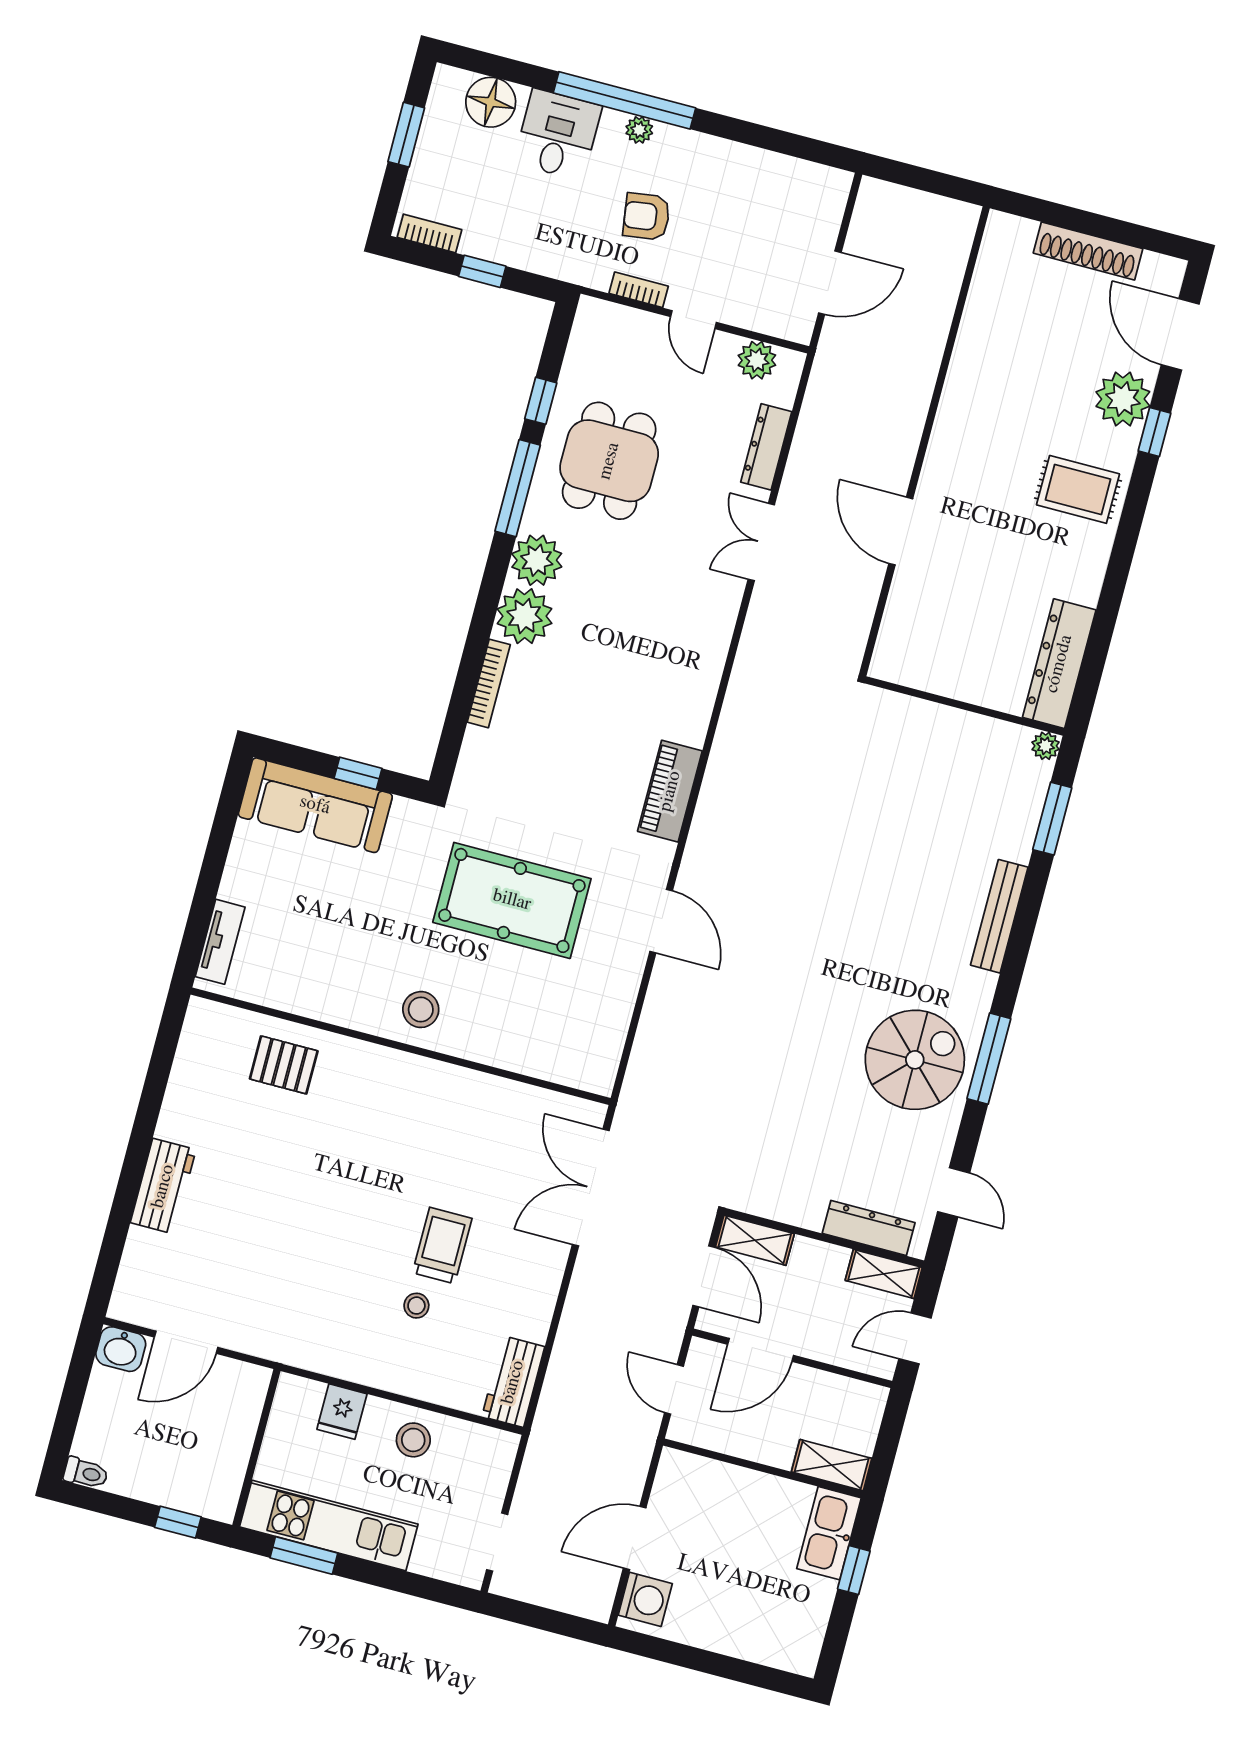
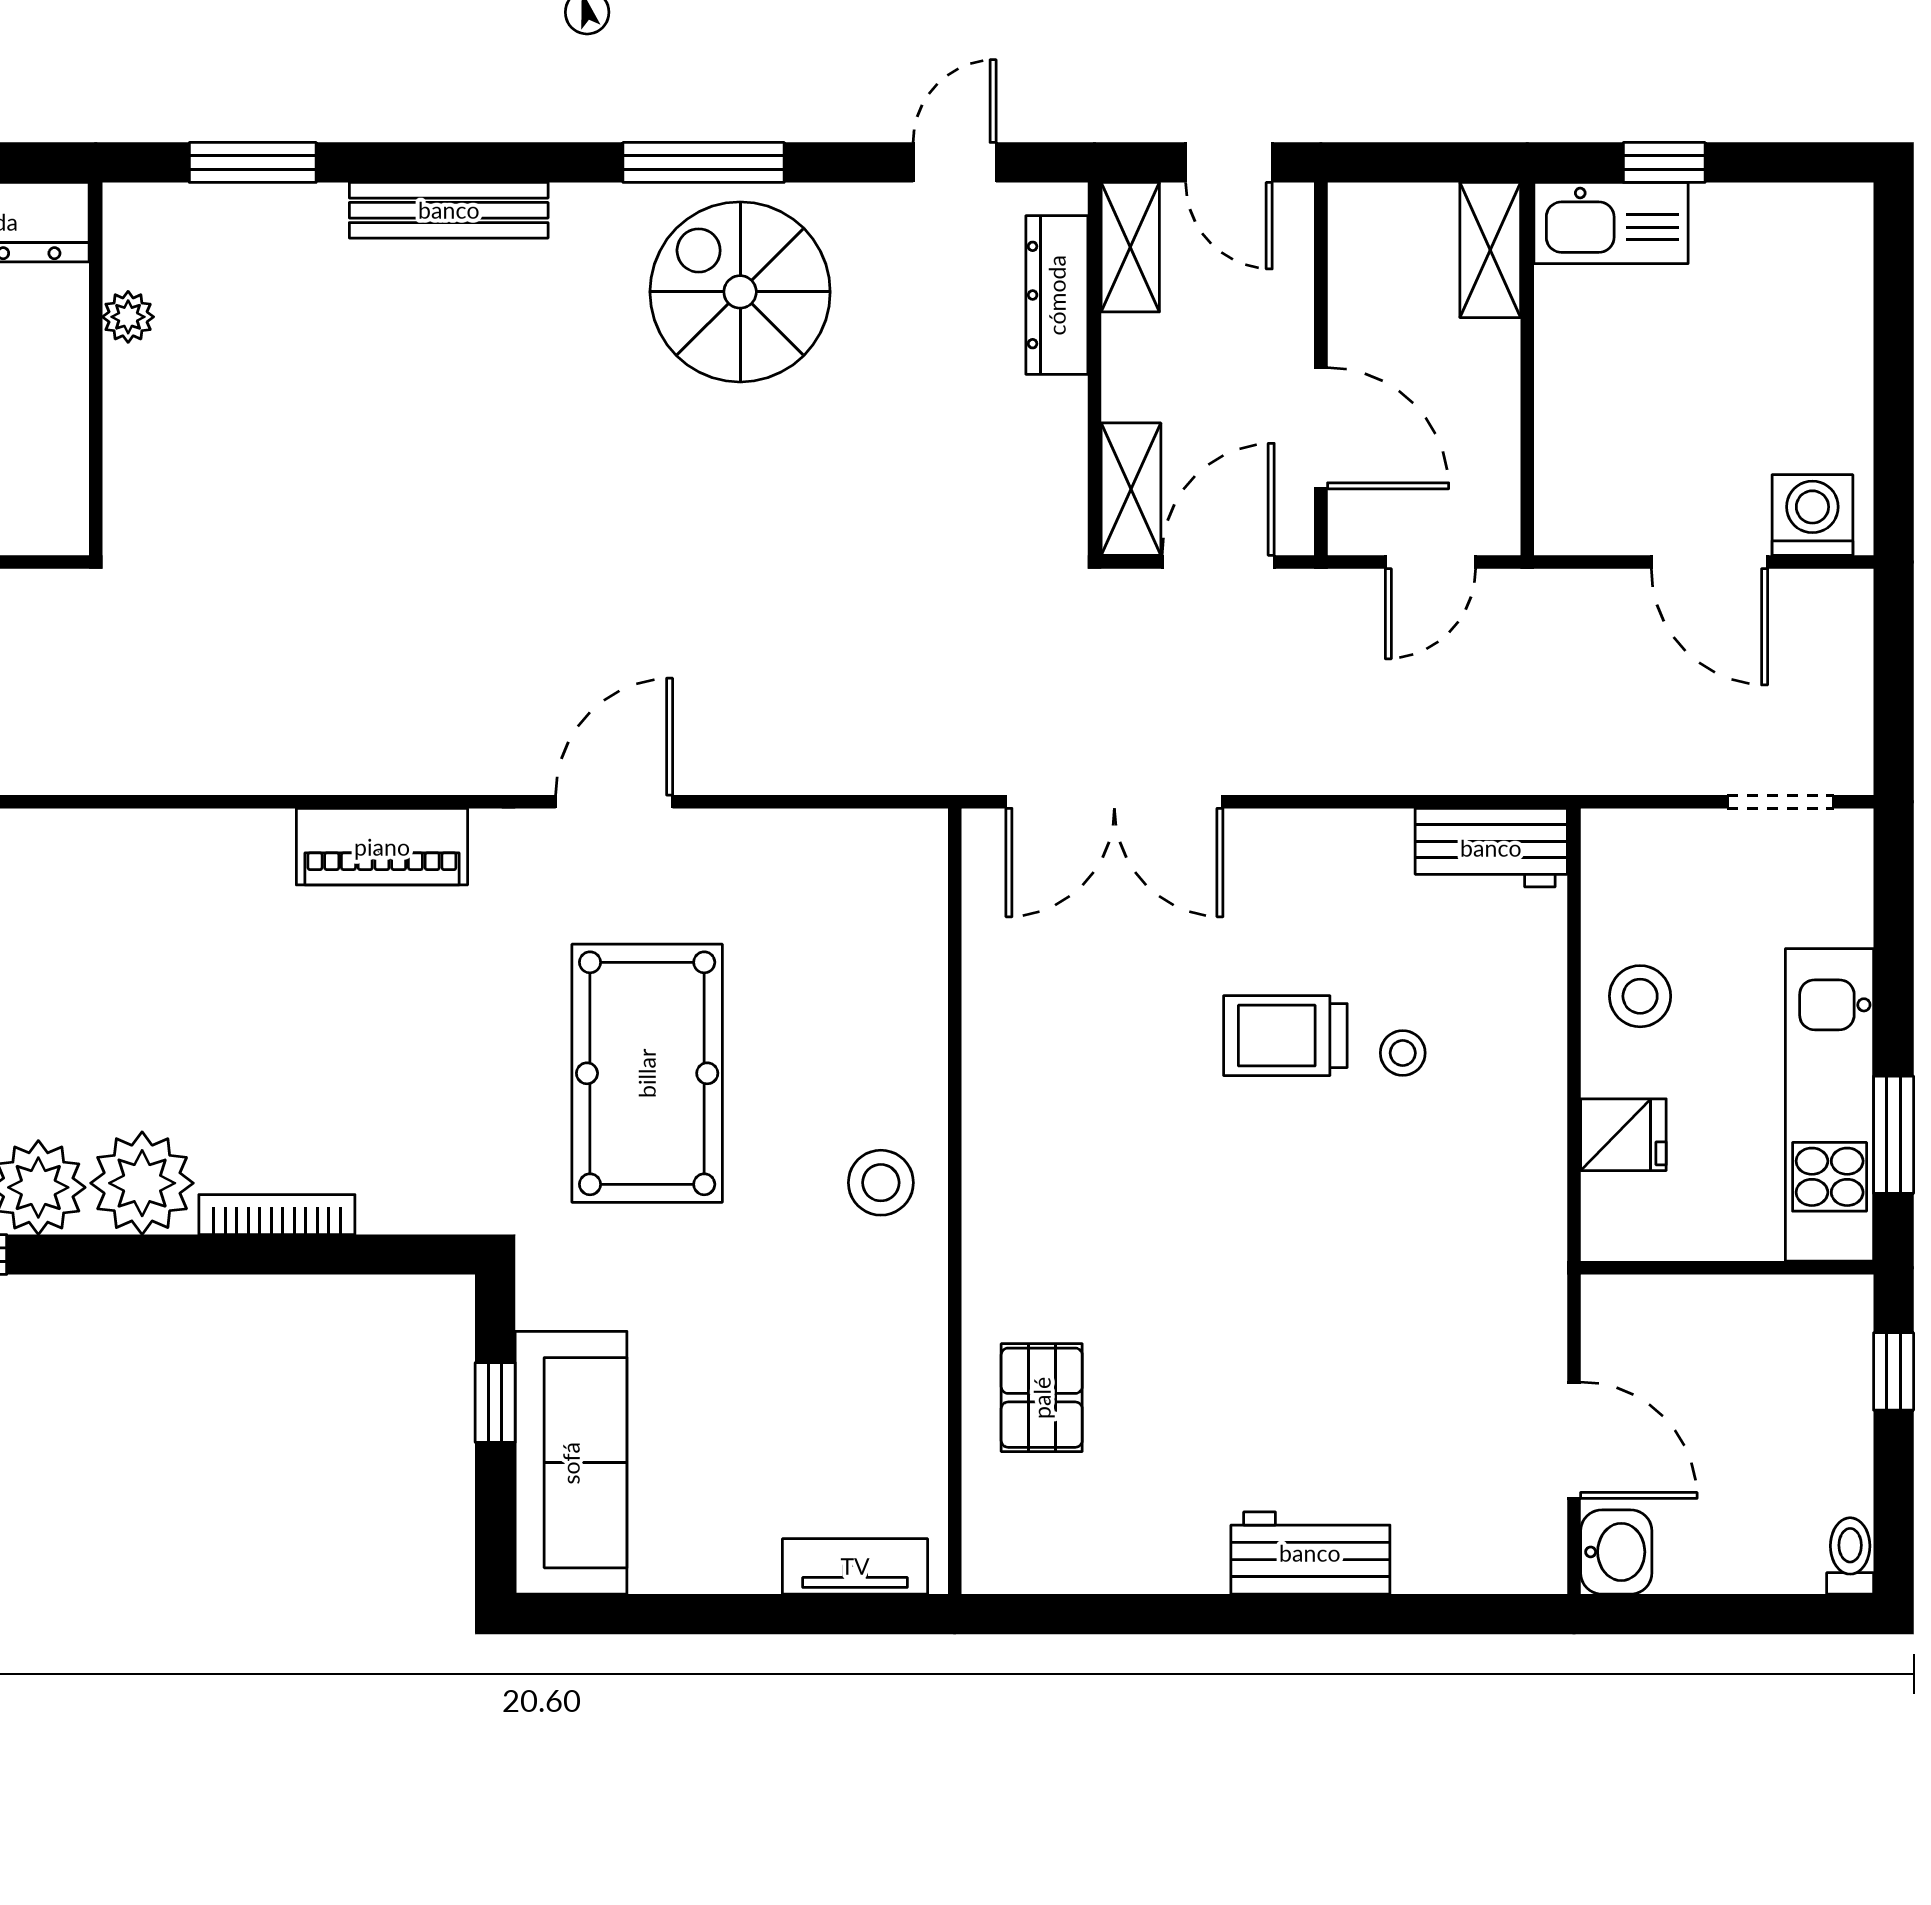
plant: (1046, 746) -> (128, 317), moved

